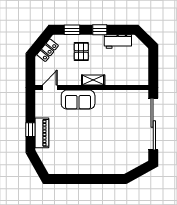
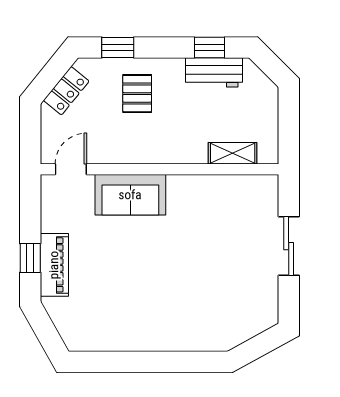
window: (100, 30) -> (209, 48), moved
shelving: (93, 80) -> (233, 153), moved
sliding door: (153, 124) -> (289, 246), width x0.54

